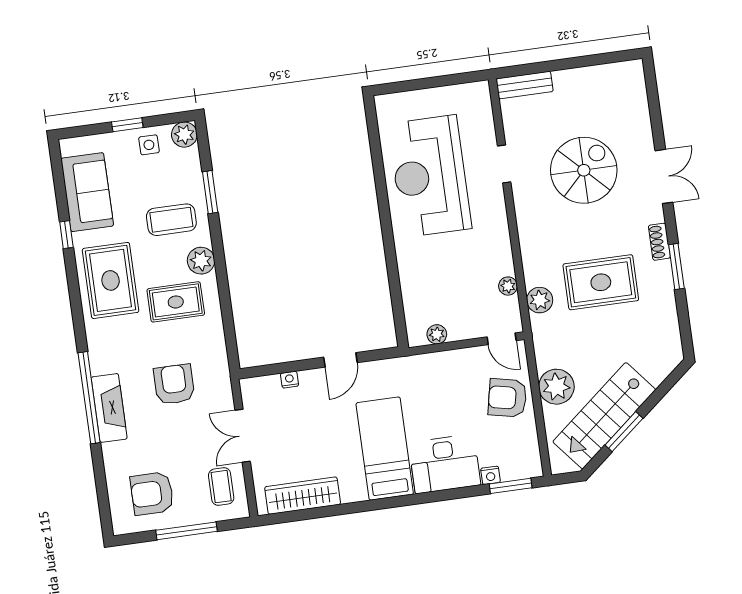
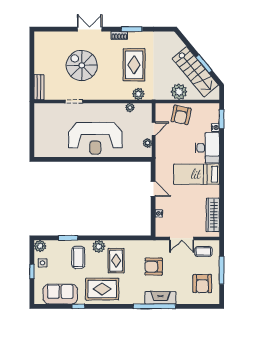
reception desk: (430, 176) -> (95, 138), moved
door: (502, 339) -> (154, 129), moved

